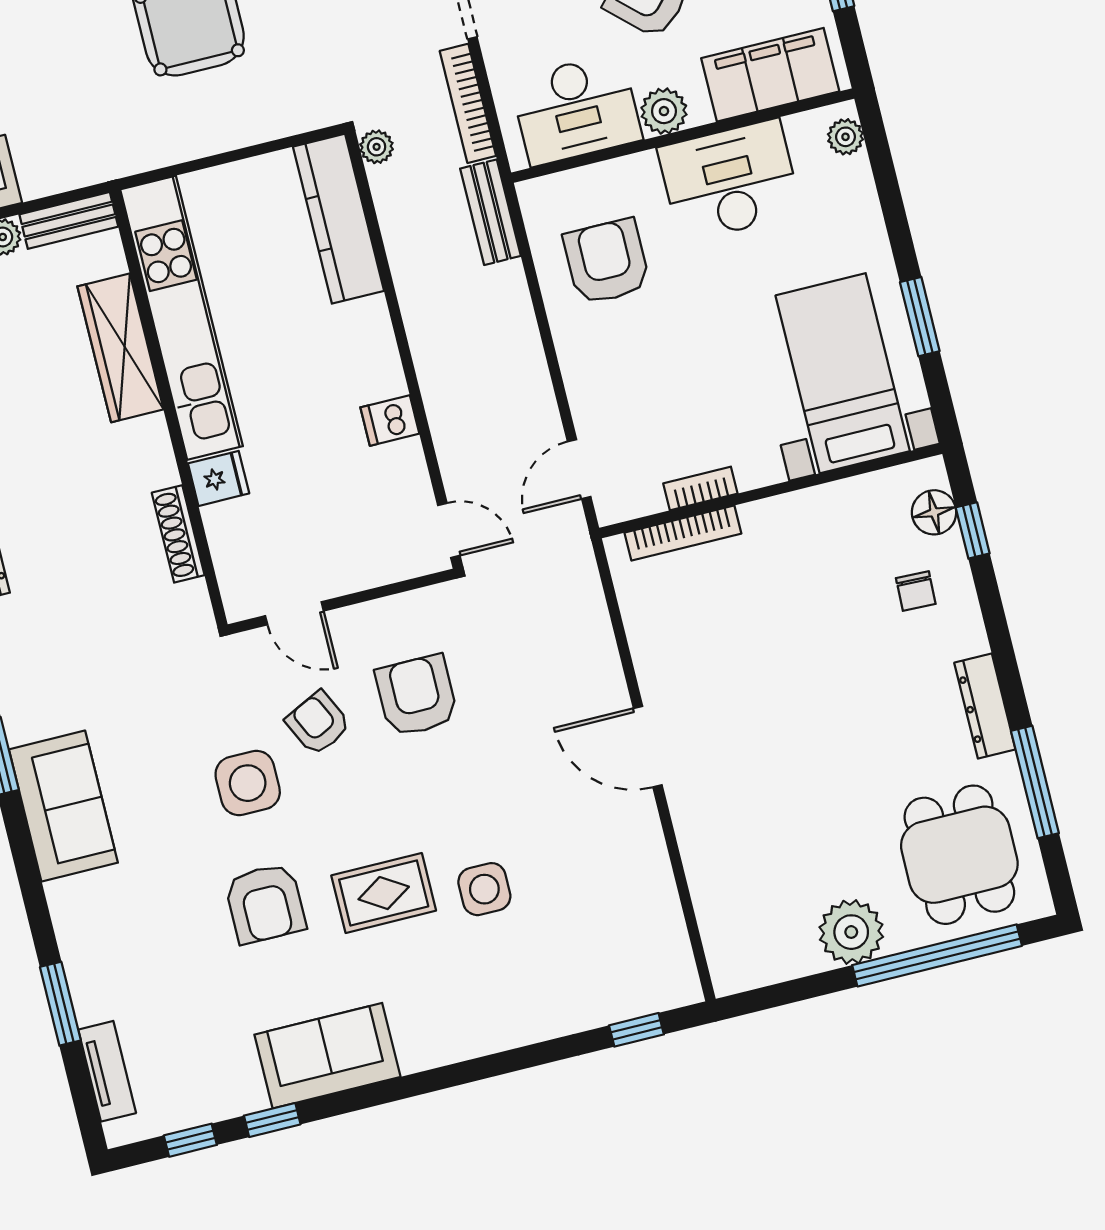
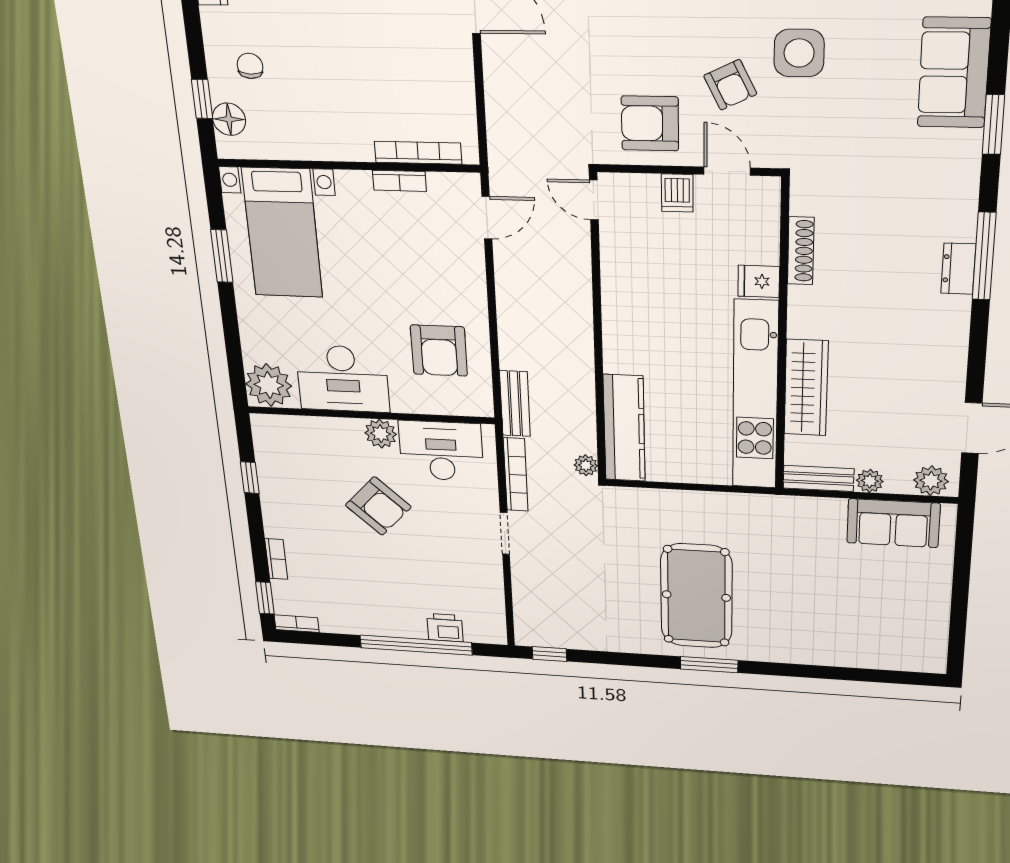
filing cabinet: (770, 75) -> (304, 436), removed
plant: (845, 137) -> (269, 385), width x1.88, depth x1.88
dishwasher: (390, 420) -> (677, 193), moved, turned 90
armchair: (417, 696) -> (650, 123), moved, turned 90

